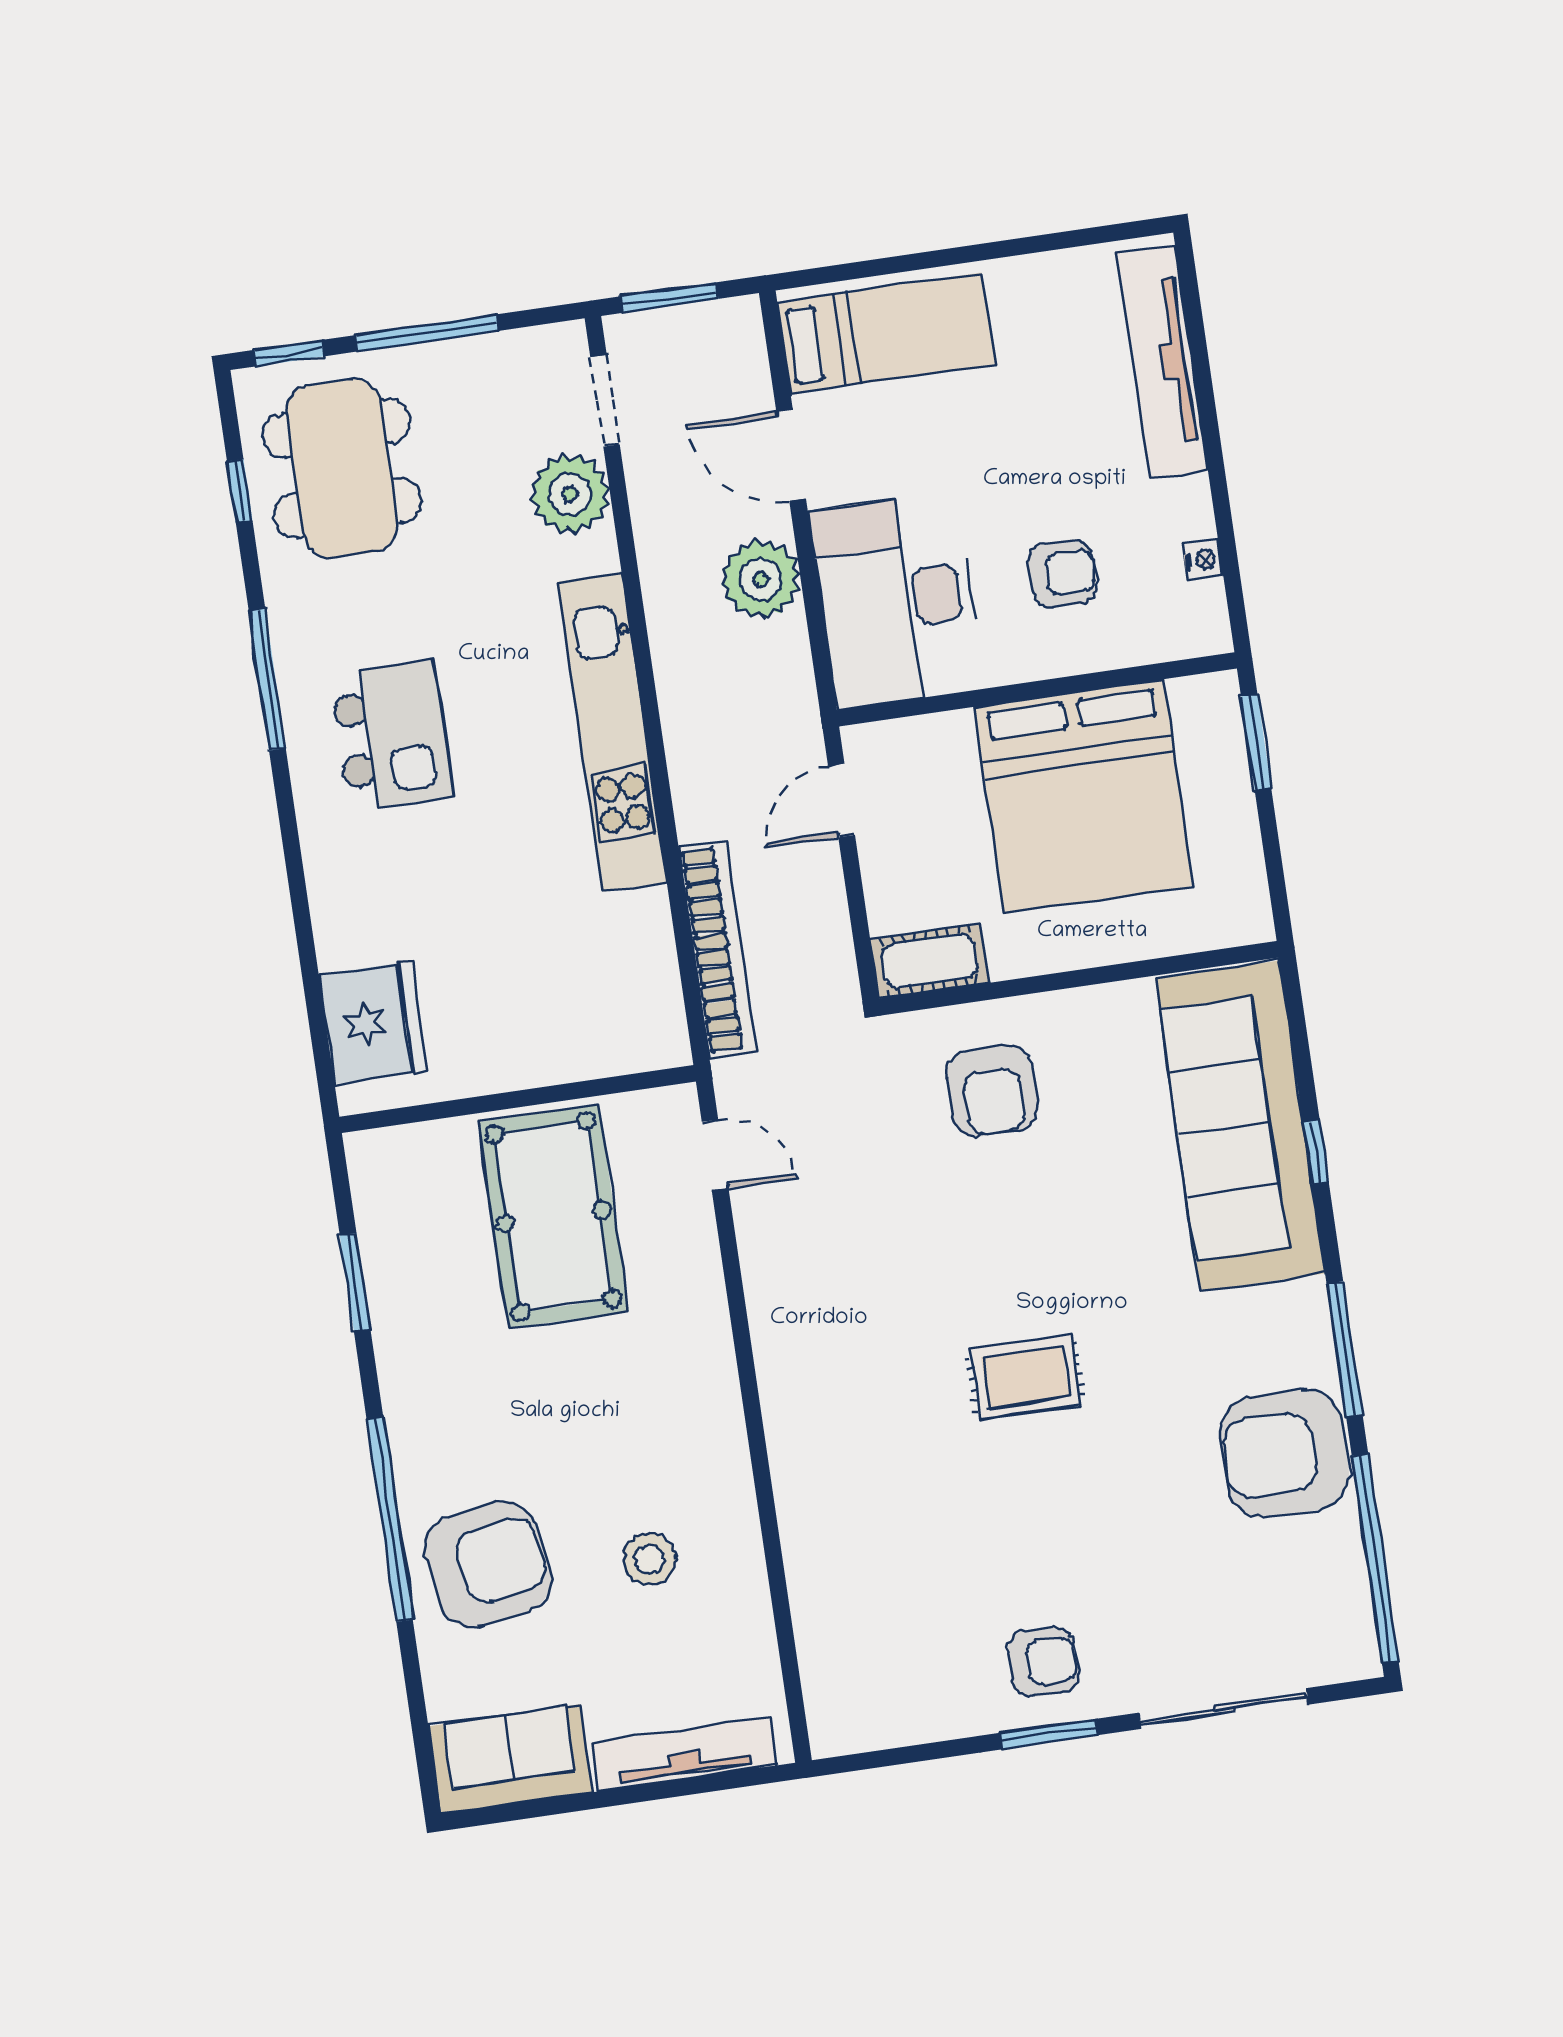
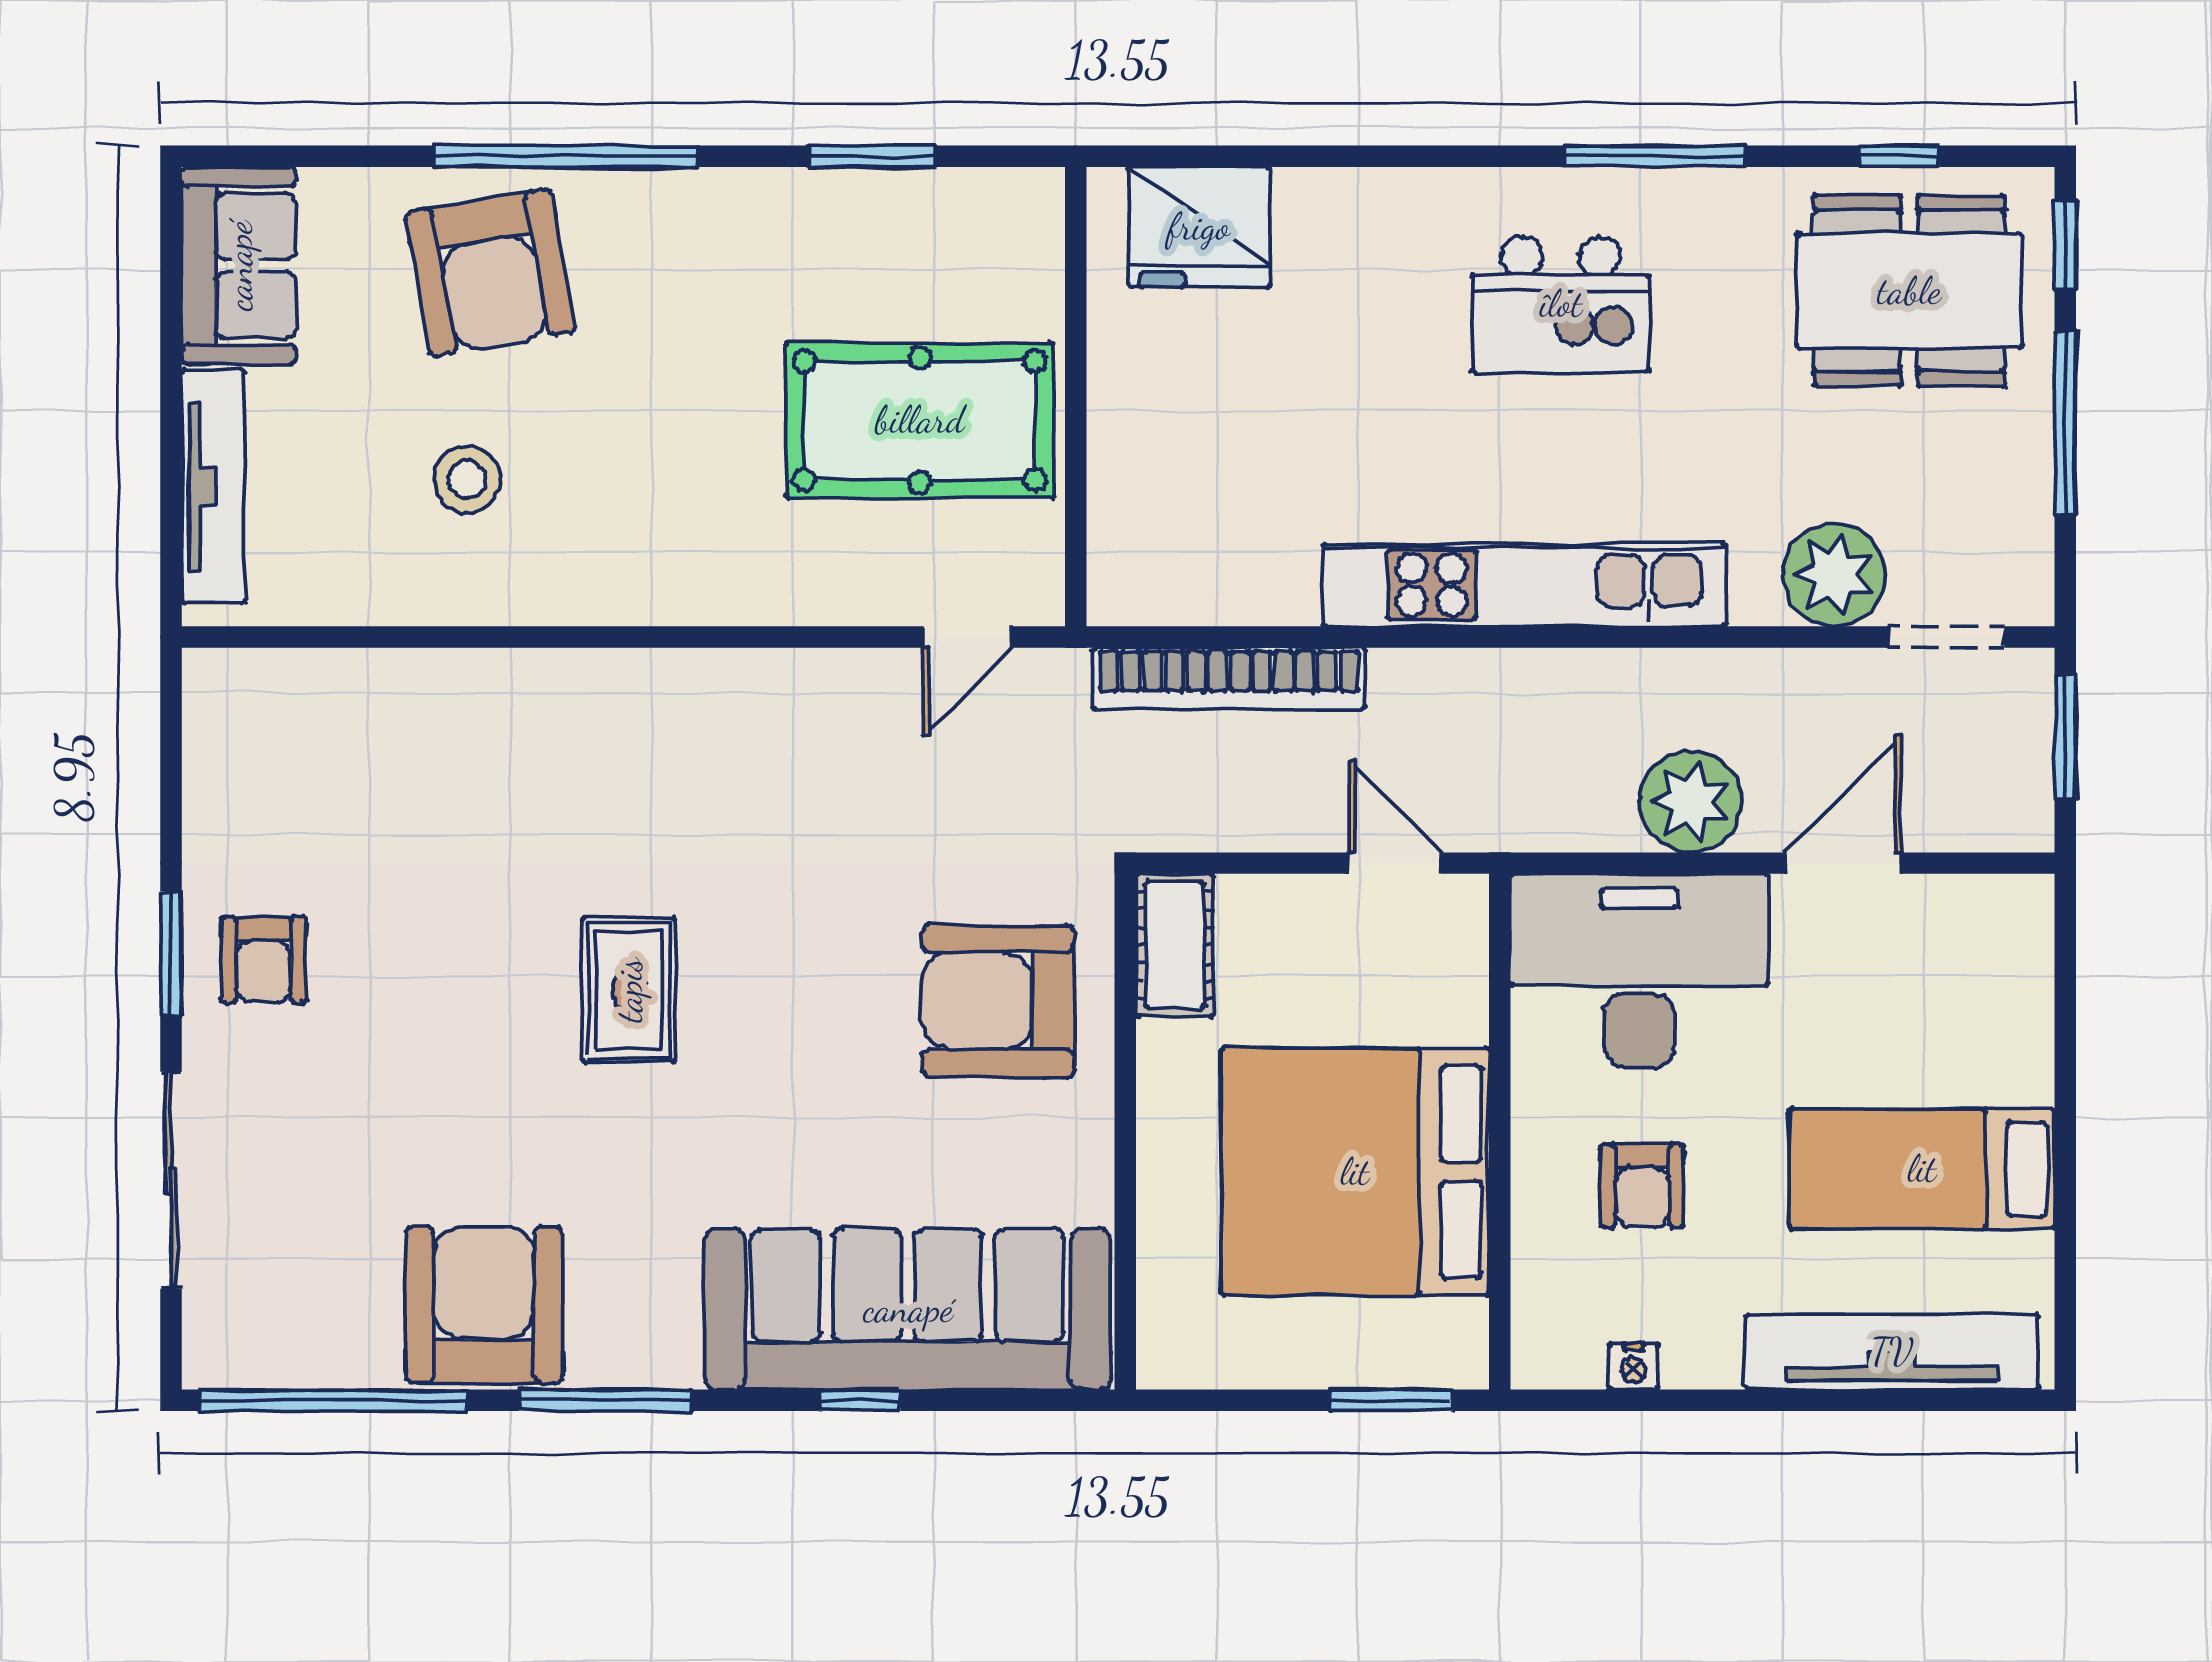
bed: (886, 333) -> (1922, 1169), moved, turned 90
armchair: (992, 1091) -> (998, 1001), width x1.36, depth x1.36

